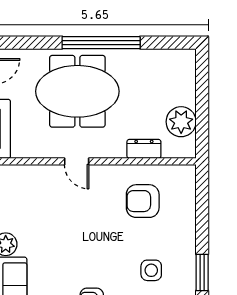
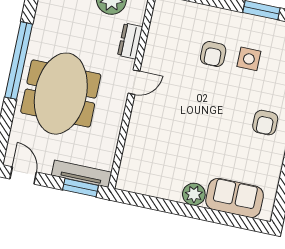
door: (77, 161) -> (134, 82), moved
armchair: (143, 201) -> (213, 54), moved, width x0.72, depth x0.72

